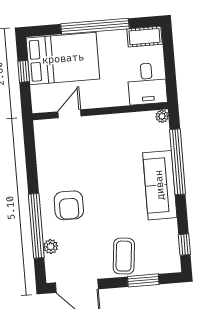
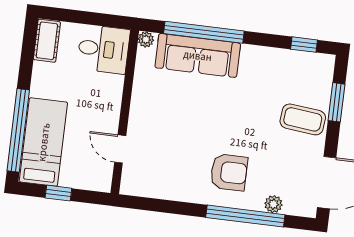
window: (95, 26) -> (18, 130), moved
bed: (63, 59) -> (43, 142), width x0.67
sofa: (160, 185) -> (198, 55), moved

